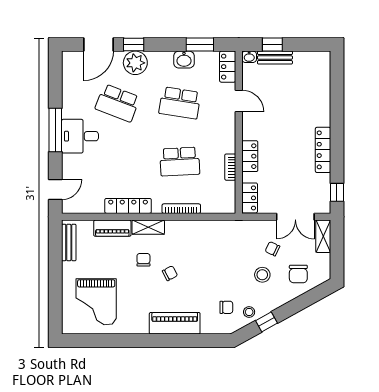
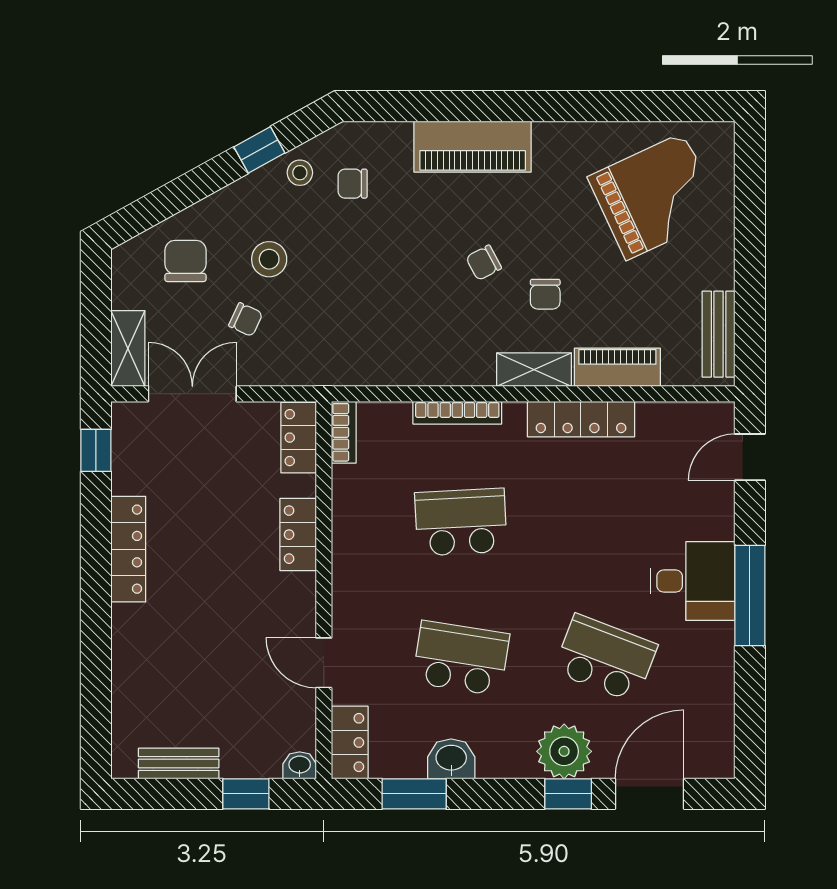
bench: (275, 58) -> (179, 764), moved
bookcase: (230, 167) -> (344, 432), moved
grand piano: (96, 302) -> (655, 196), turned 65

